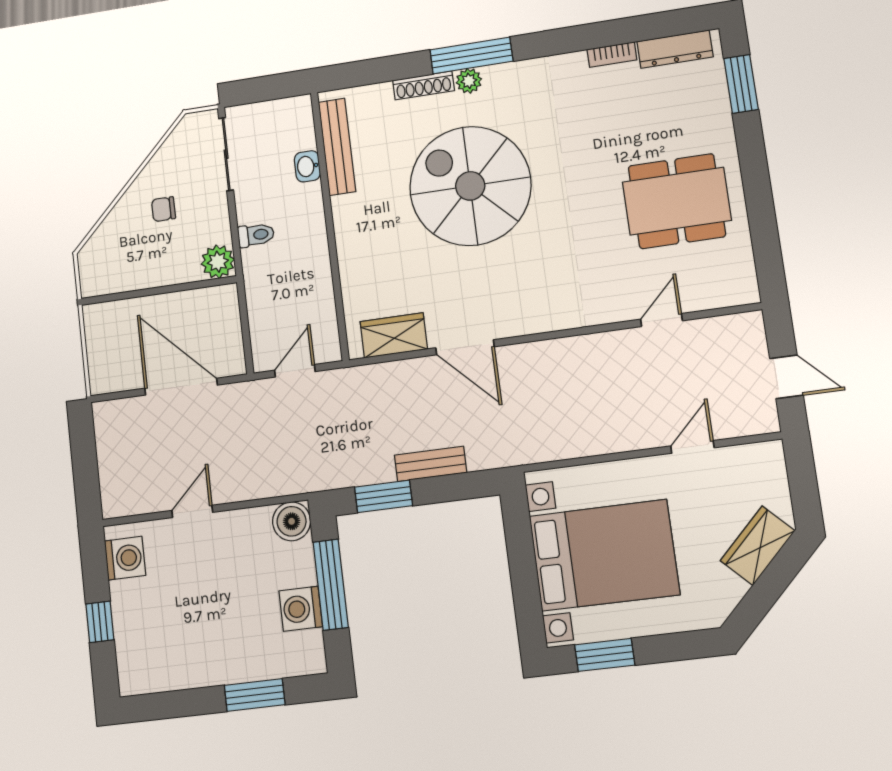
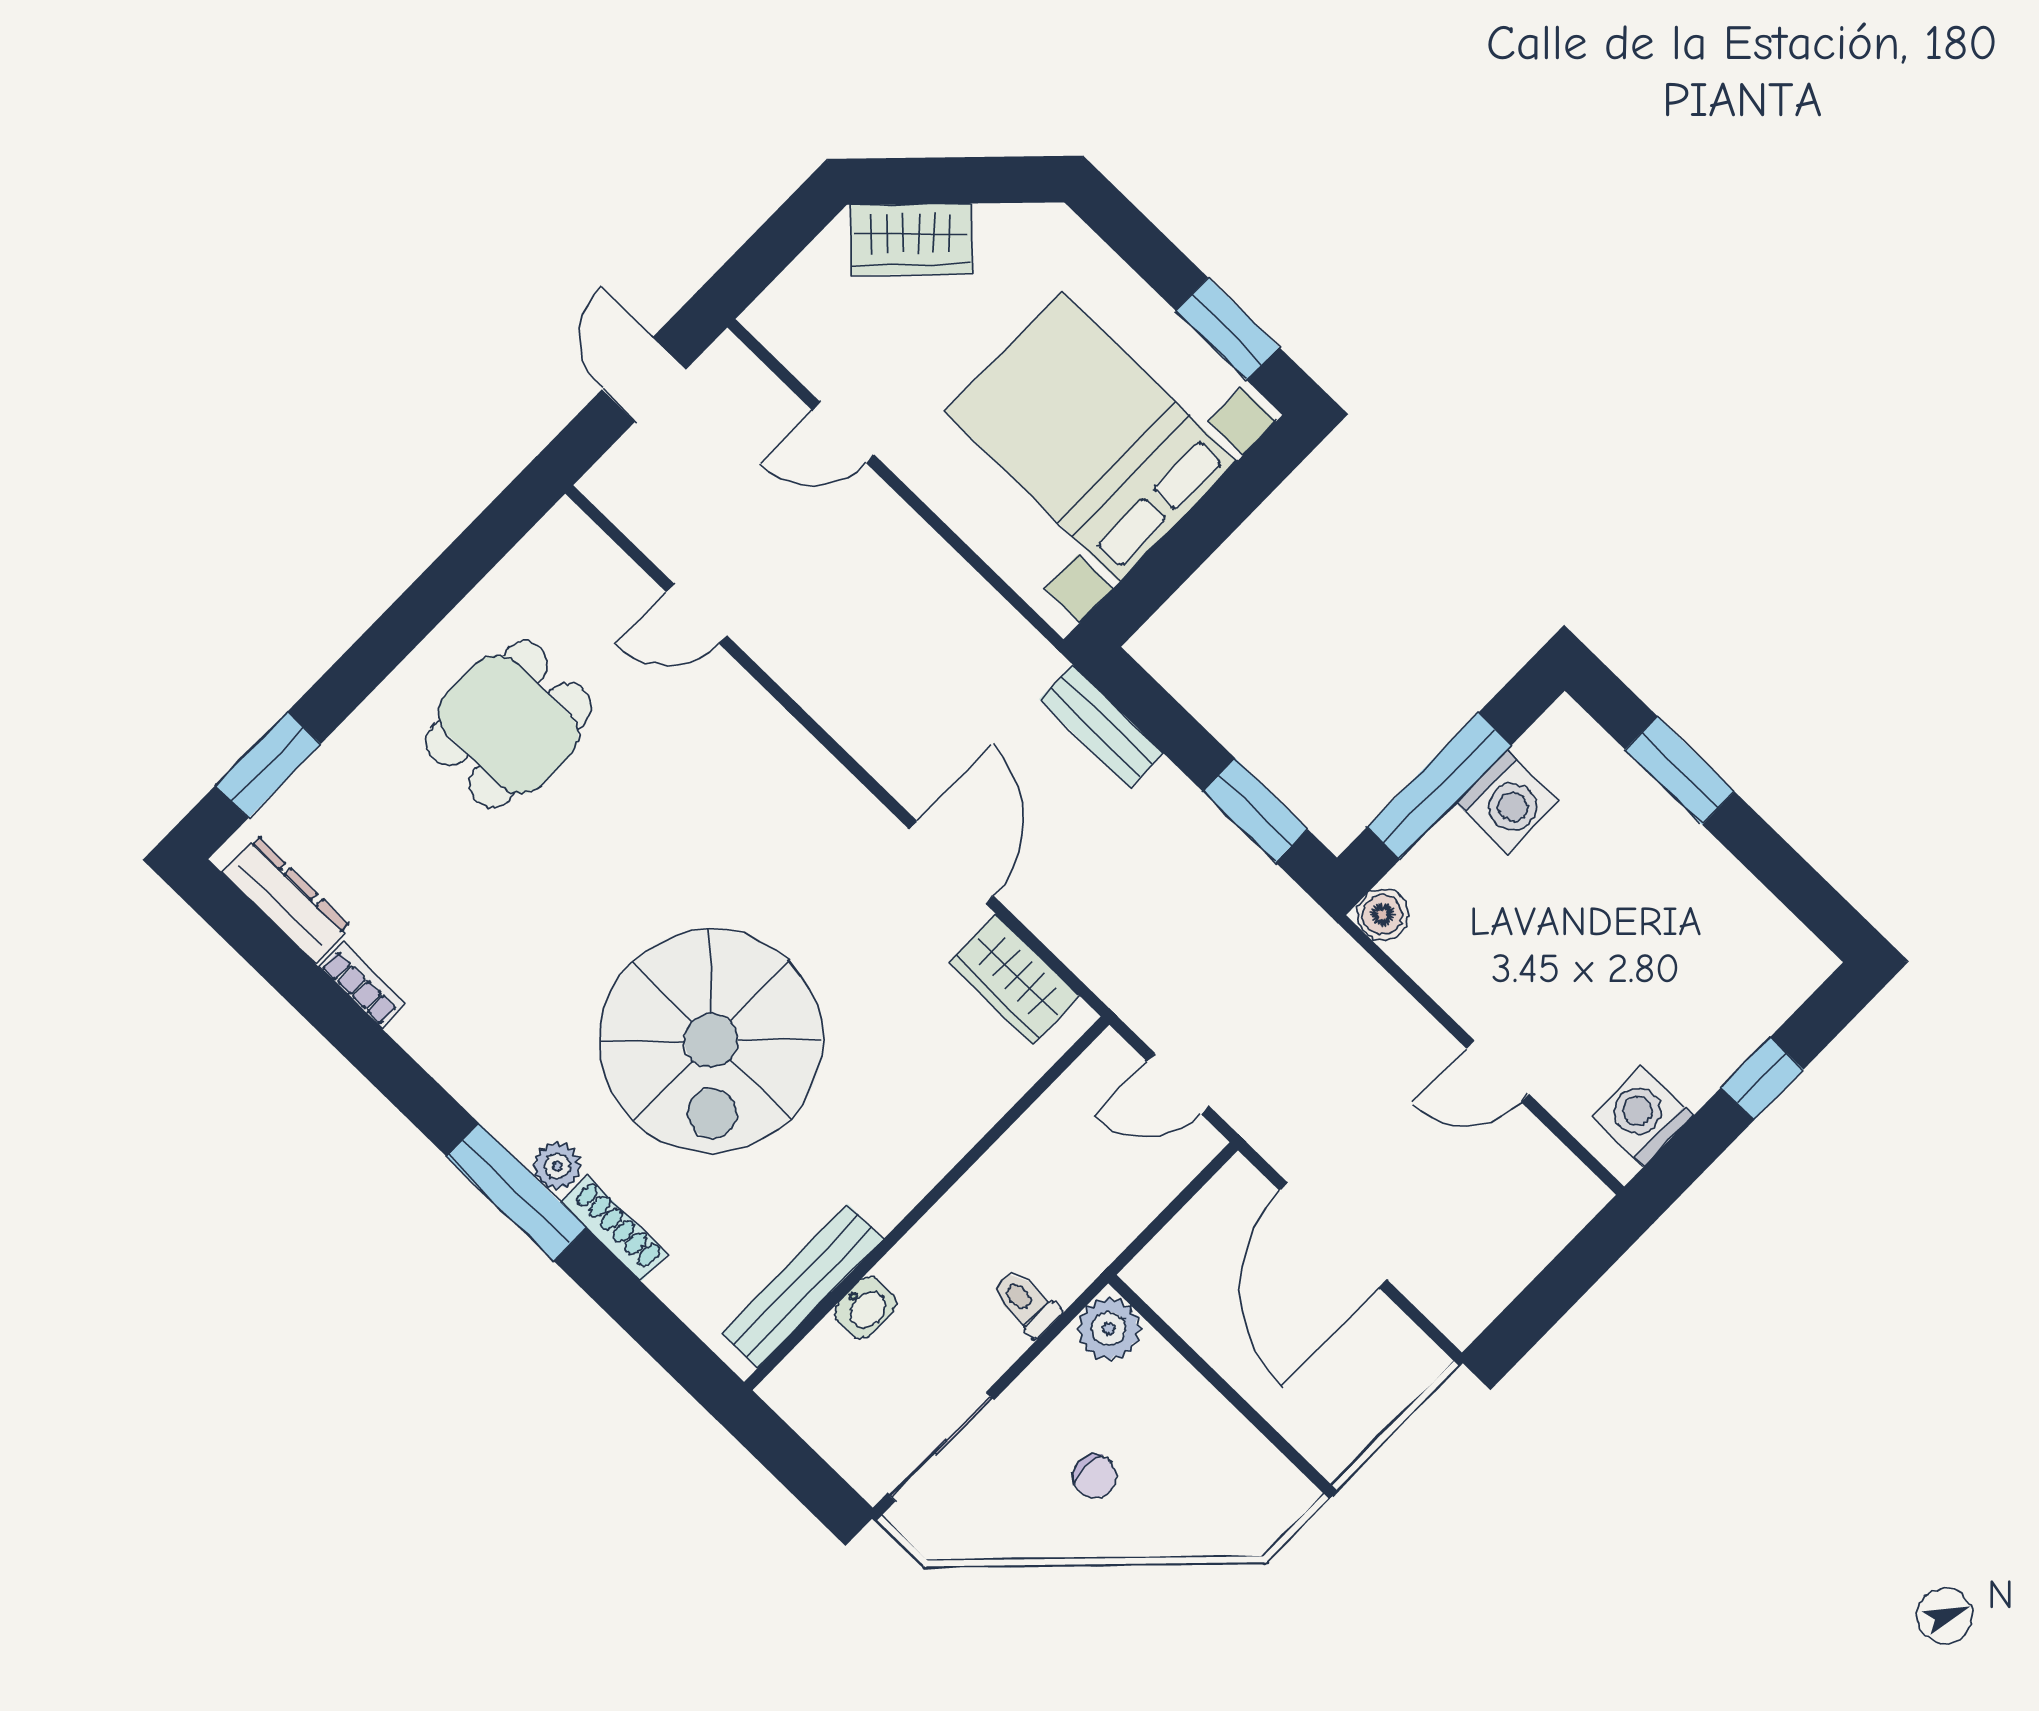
dining table: (677, 201) -> (508, 724), width x0.73
bench: (431, 464) -> (1101, 726), moved
boiler: (292, 521) -> (1382, 915), width x0.73, depth x0.73

